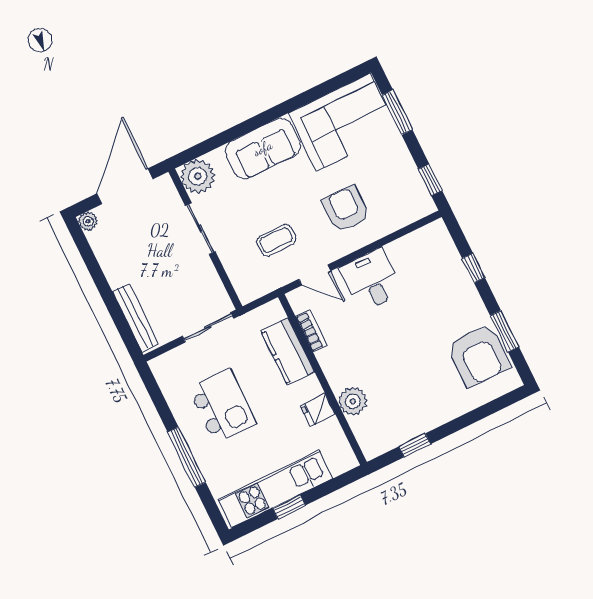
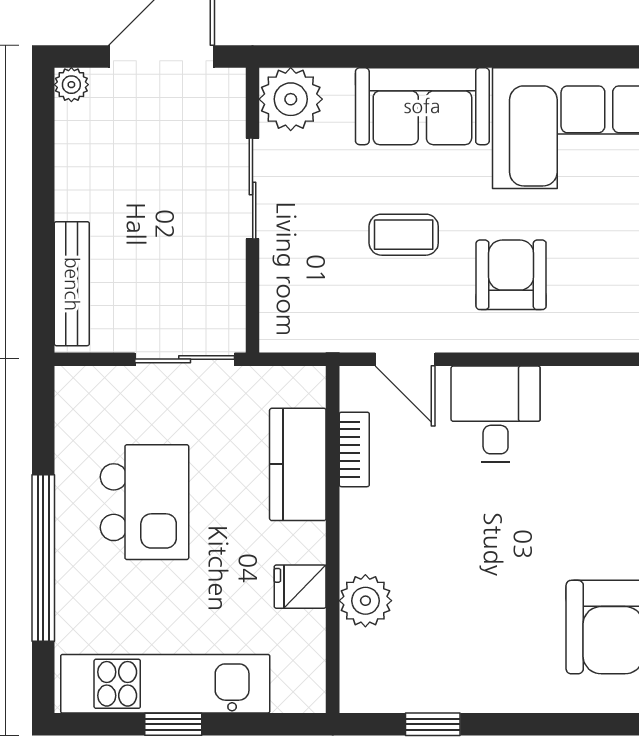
coffee table: (276, 240) -> (404, 235), moved
window: (187, 457) -> (43, 558), width x1.46

